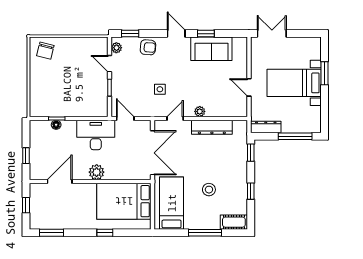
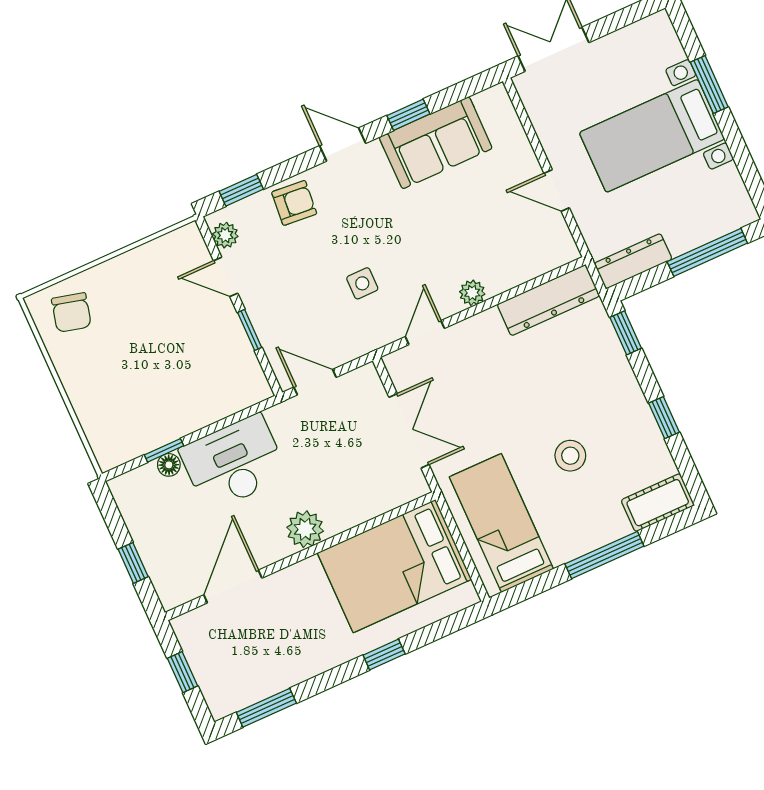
dresser: (212, 127) -> (548, 300), moved
desk: (96, 135) -> (234, 463), moved
double door: (152, 153) -> (409, 431), width x0.73

